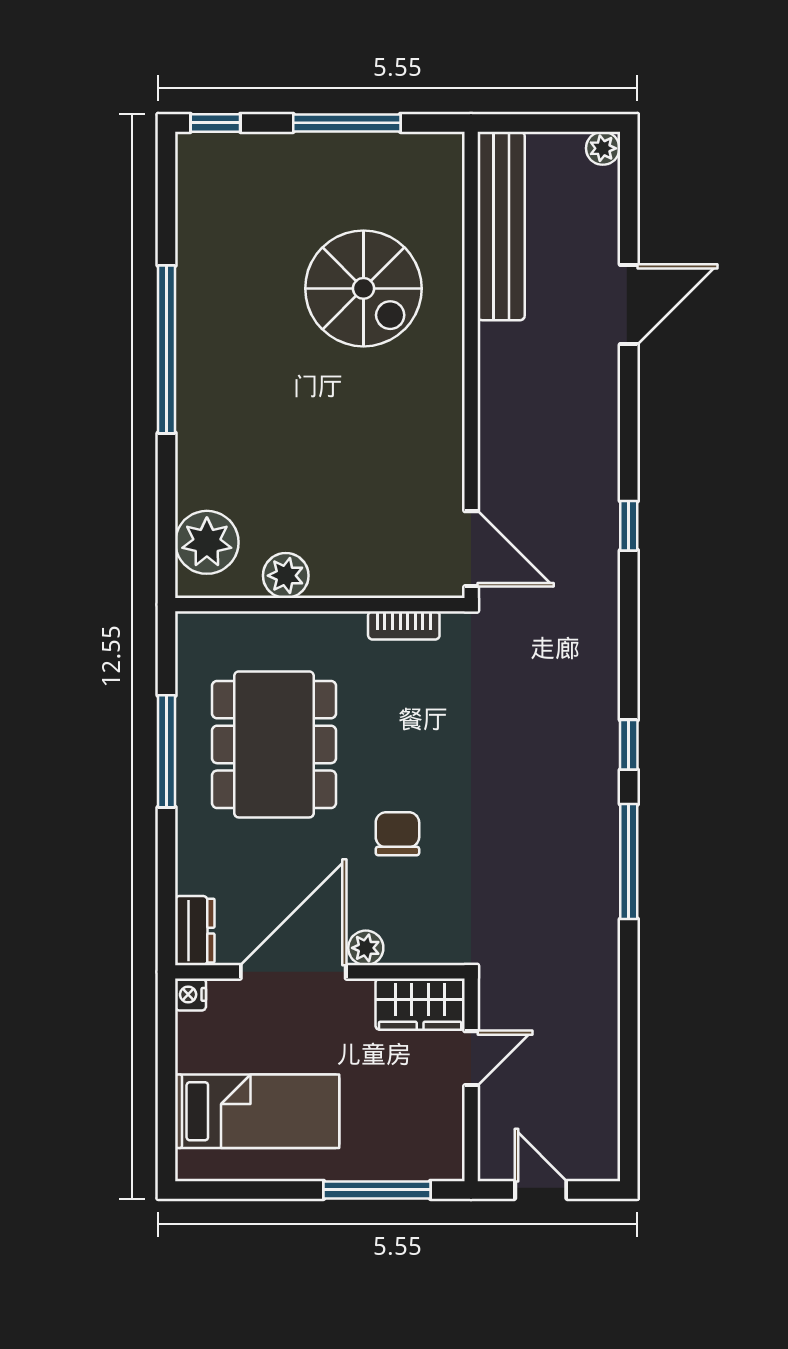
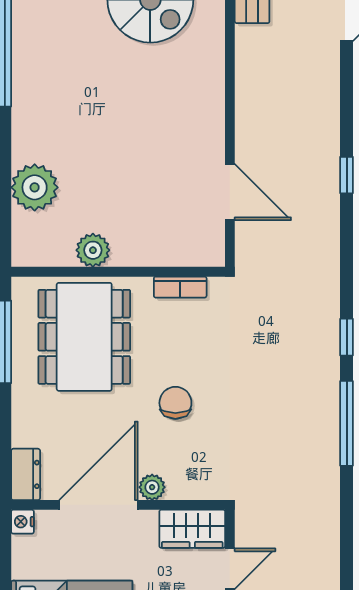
plant: (286, 576) -> (93, 250), moved
wall: (320, 605) -> (118, 272), moved
bookcase: (404, 625) -> (180, 287), moved

